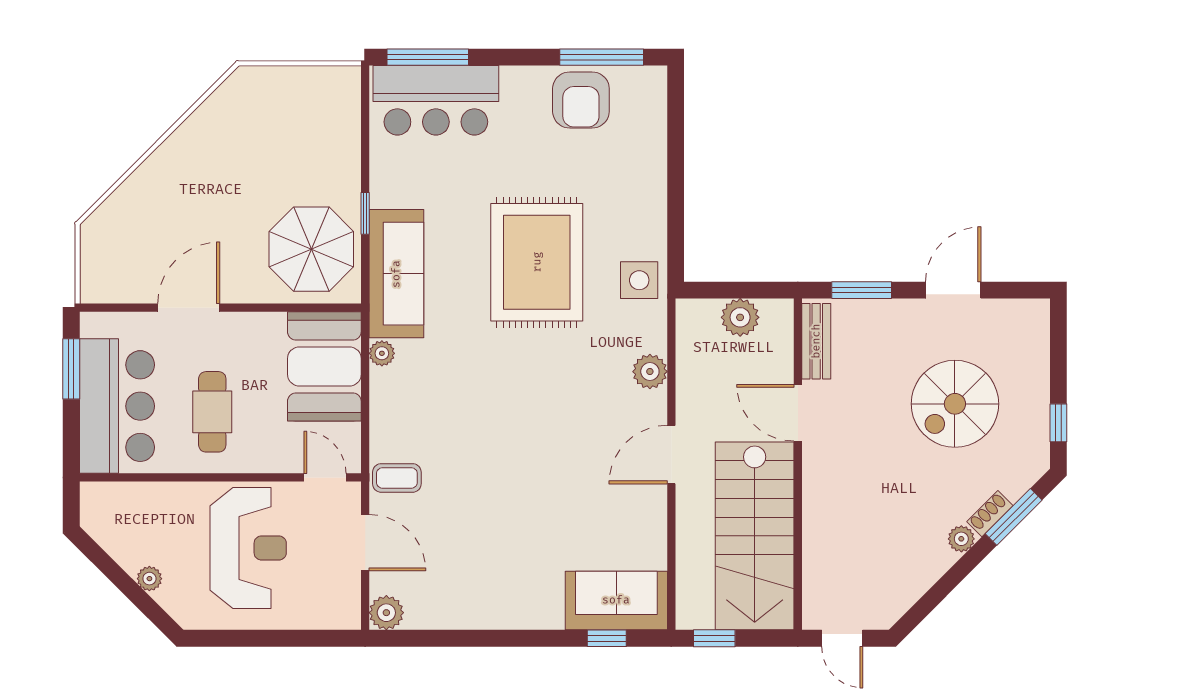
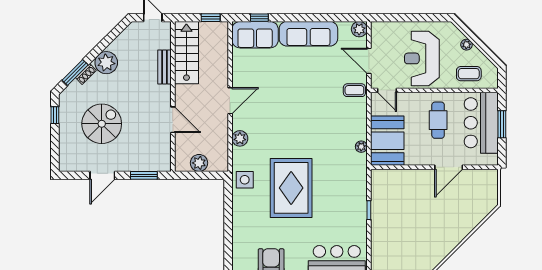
parasol: (311, 249) -> (393, 194), removed
sofa: (396, 274) -> (308, 34), moved, turned -90
bench: (816, 341) -> (165, 67), moved
window: (71, 369) -> (502, 124), moved
coffee table: (144, 515) -> (469, 74), added
stairs: (755, 536) -> (186, 53), width x0.73, depth x0.66
plant: (961, 539) -> (106, 63), width x1.87, depth x1.87

